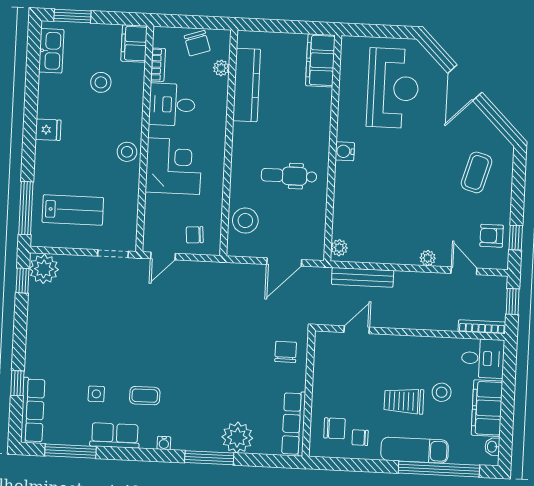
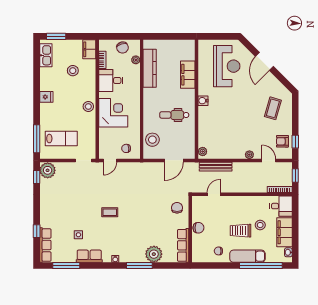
filing cabinet: (320, 60) -> (188, 75), moved
coffee table: (145, 396) -> (110, 212), moved
chair: (334, 428) -> (198, 228), moved

